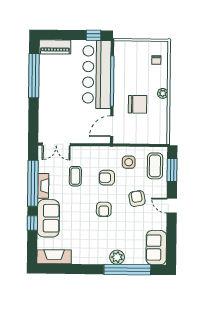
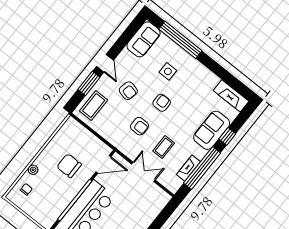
plant: (163, 93) -> (33, 170), moved
double door: (56, 144) -> (143, 172), moved
side table: (129, 162) -> (168, 71), moved
window: (172, 170) -> (89, 83), moved
fireplace: (43, 186) -> (189, 168), moved
armchair: (137, 199) -> (128, 91), turned -66
plant: (117, 257) -> (181, 56), removed

